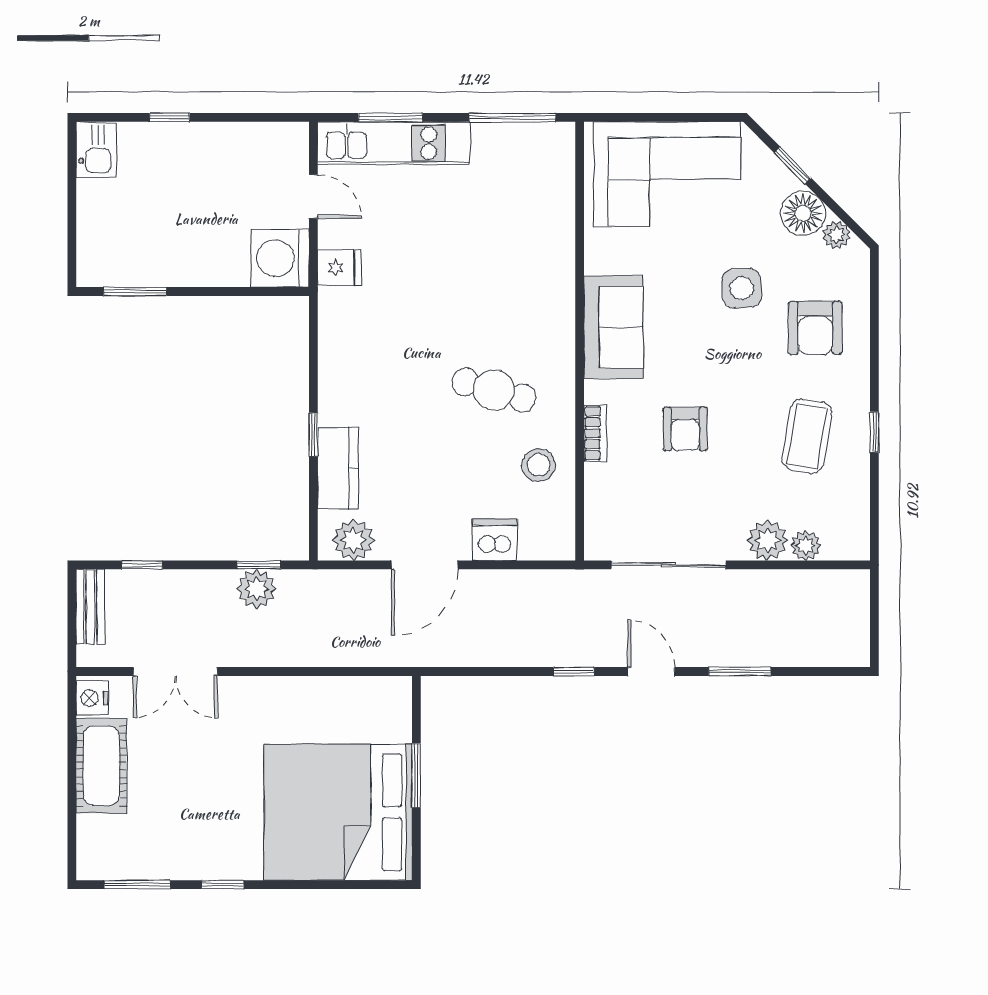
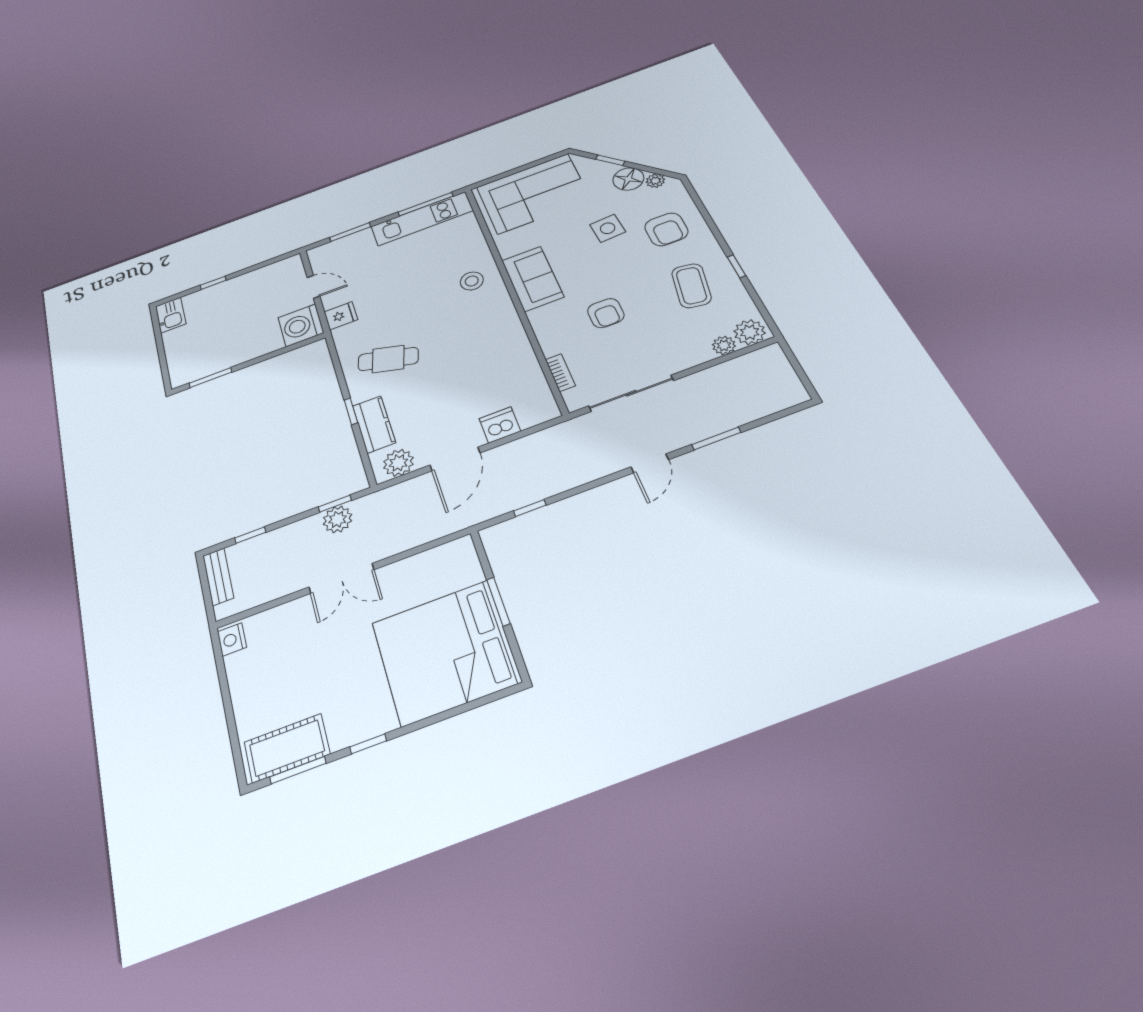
kitchen unit: (394, 143) -> (422, 219), moved
cafe table: (494, 390) -> (388, 359), moved
bookcase: (595, 433) -> (560, 373), moved
stool: (539, 465) -> (472, 281), moved
plant: (767, 540) -> (750, 332), moved
double door: (175, 671) -> (341, 578), moved
window: (574, 671) -> (530, 508), moved
door: (651, 671) -> (650, 463), swing flipped
cot: (101, 766) -> (287, 748), moved, turned 90

